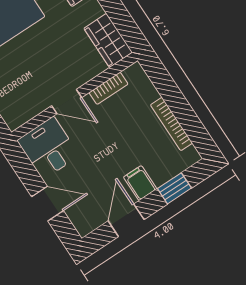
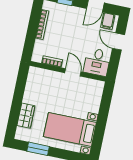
wardrobe: (108, 40) -> (34, 80), removed
filing cabinet: (140, 183) -> (108, 21), moved

